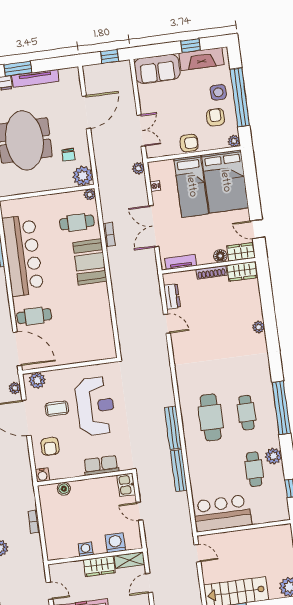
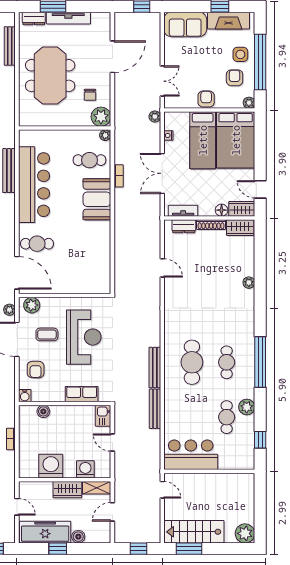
armchair: (189, 143) -> (206, 99), turned -90
dresser: (172, 296) -> (184, 226), moved, turned 90
washing machine: (86, 549) -> (51, 466), width x1.89, depth x1.89

